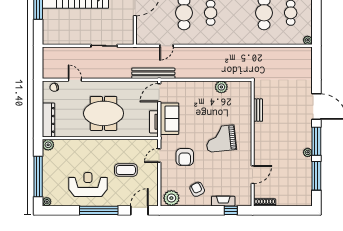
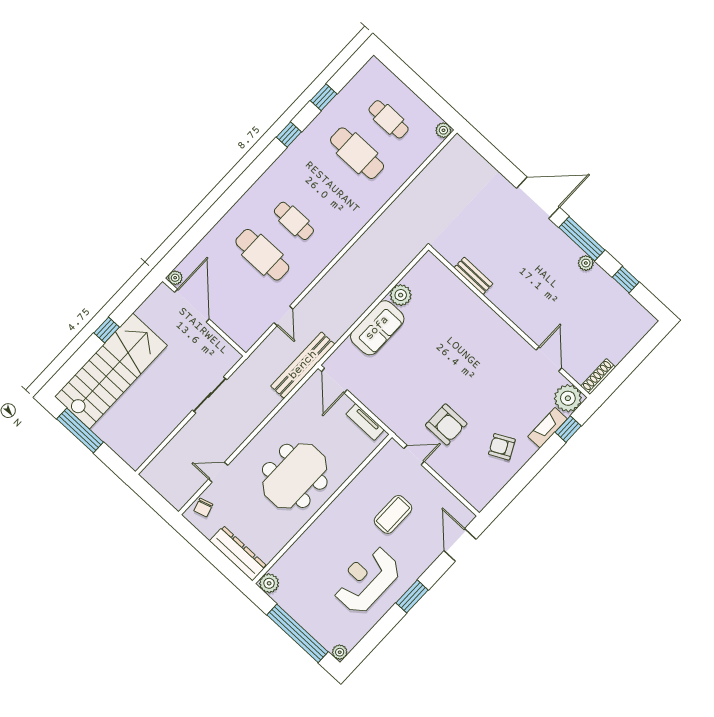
sofa: (170, 119) -> (377, 328), moved, turned 90
grand piano: (221, 139) -> (465, 357), removed
door: (159, 155) -> (414, 455), swing flipped
window: (316, 176) -> (626, 280), width x0.46
plant: (171, 198) -> (568, 398), moved
window: (99, 210) -> (412, 596), width x0.47

